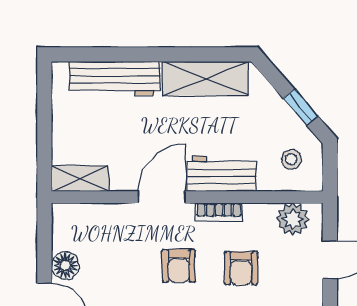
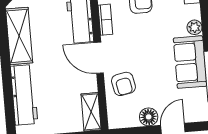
armchair: (179, 266) -> (123, 84), moved, turned 79

